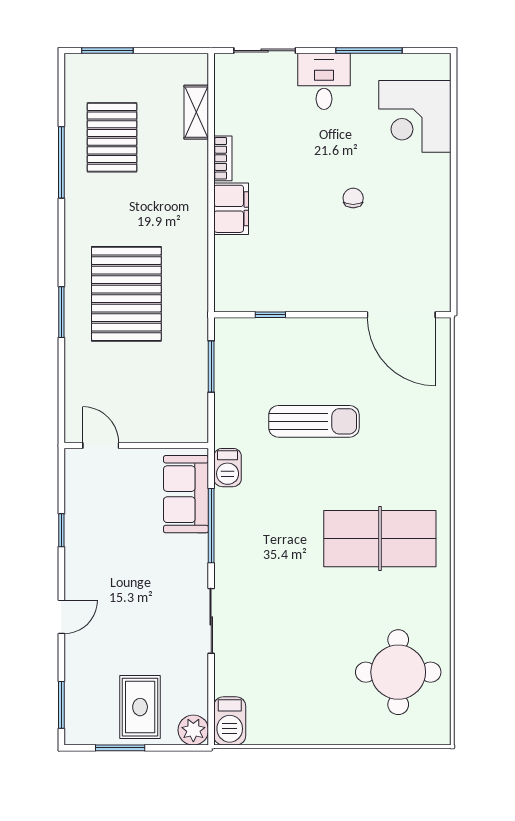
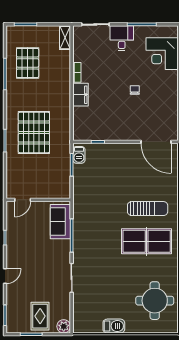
shelving: (196, 112) -> (65, 38), moved
sun lounger: (314, 421) -> (148, 209), moved
door: (101, 446) -> (23, 200), swing flipped
barbecue: (228, 468) -> (79, 155), moved
barbecue: (230, 721) -> (114, 326), moved, turned -90

